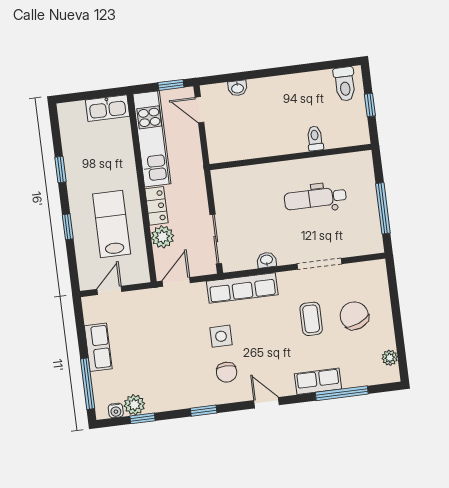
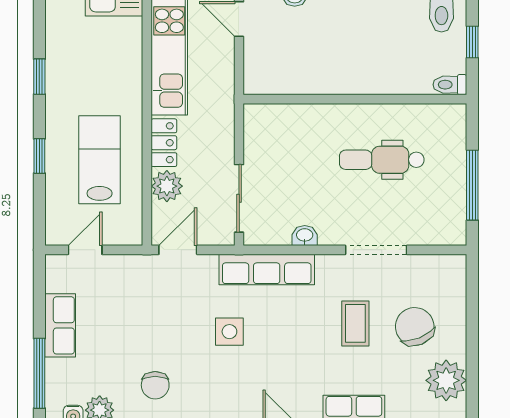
toilet: (315, 138) -> (450, 85), moved, turned -90
plant: (390, 358) -> (446, 380), width x1.88, depth x1.88
chair: (227, 372) -> (155, 385), moved

